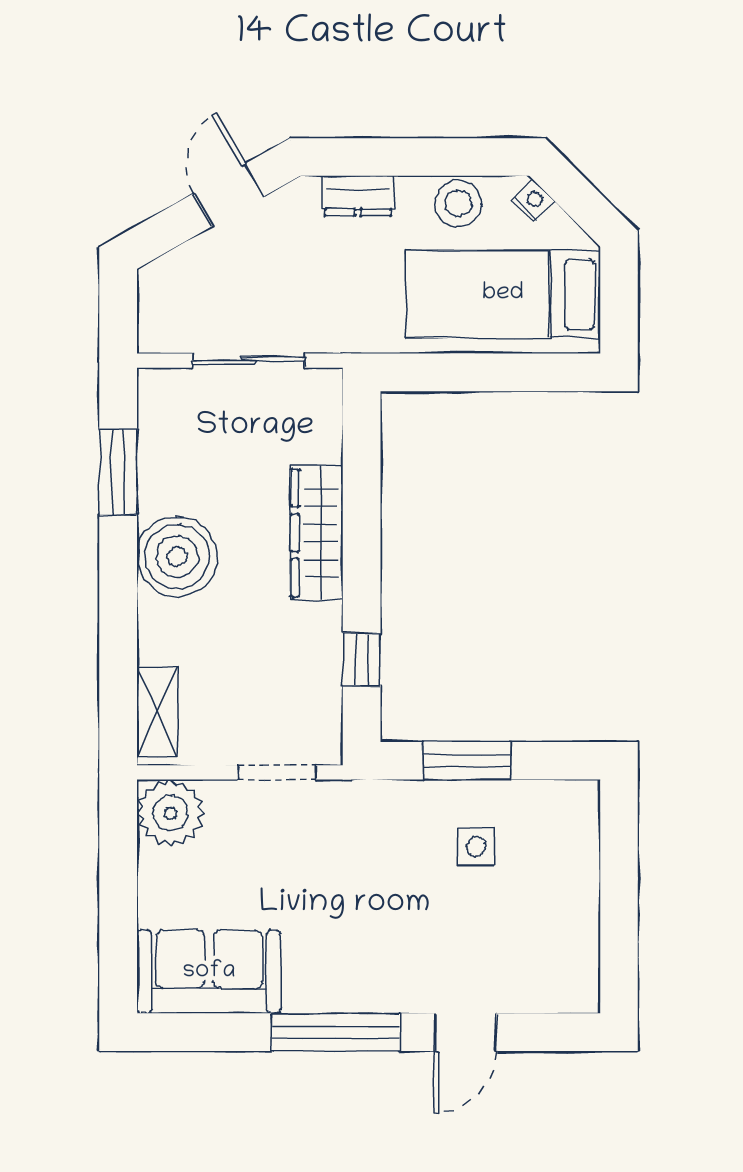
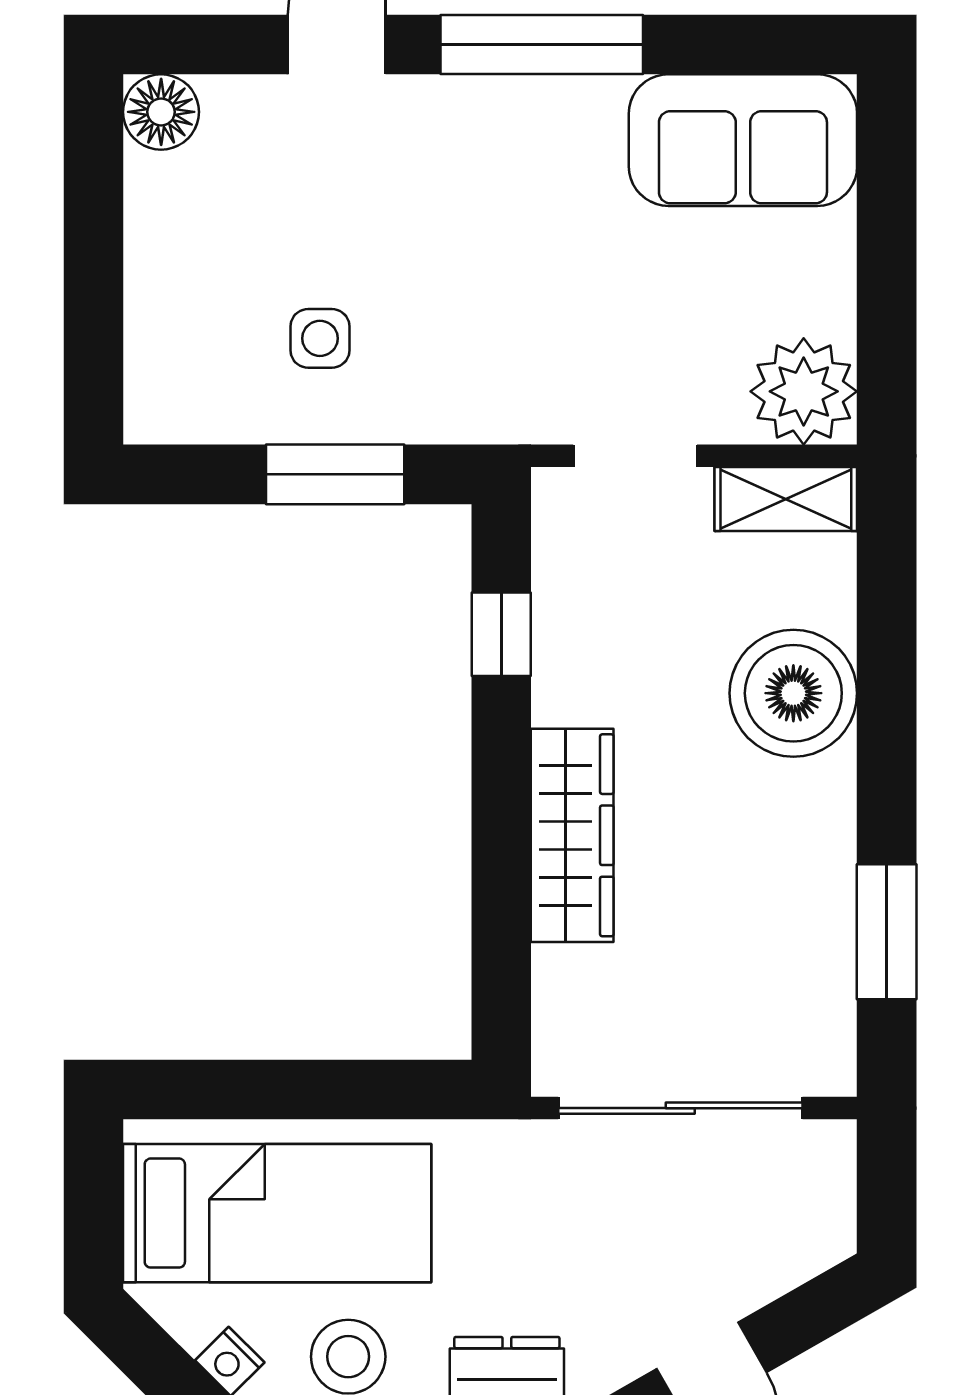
sliding door: (248, 361) -> (680, 1108), width x1.37
boiler: (177, 557) -> (793, 693), moved
shelving: (157, 711) -> (786, 499), moved, turned 90
floor lamp: (576, 990) -> (161, 112), added

